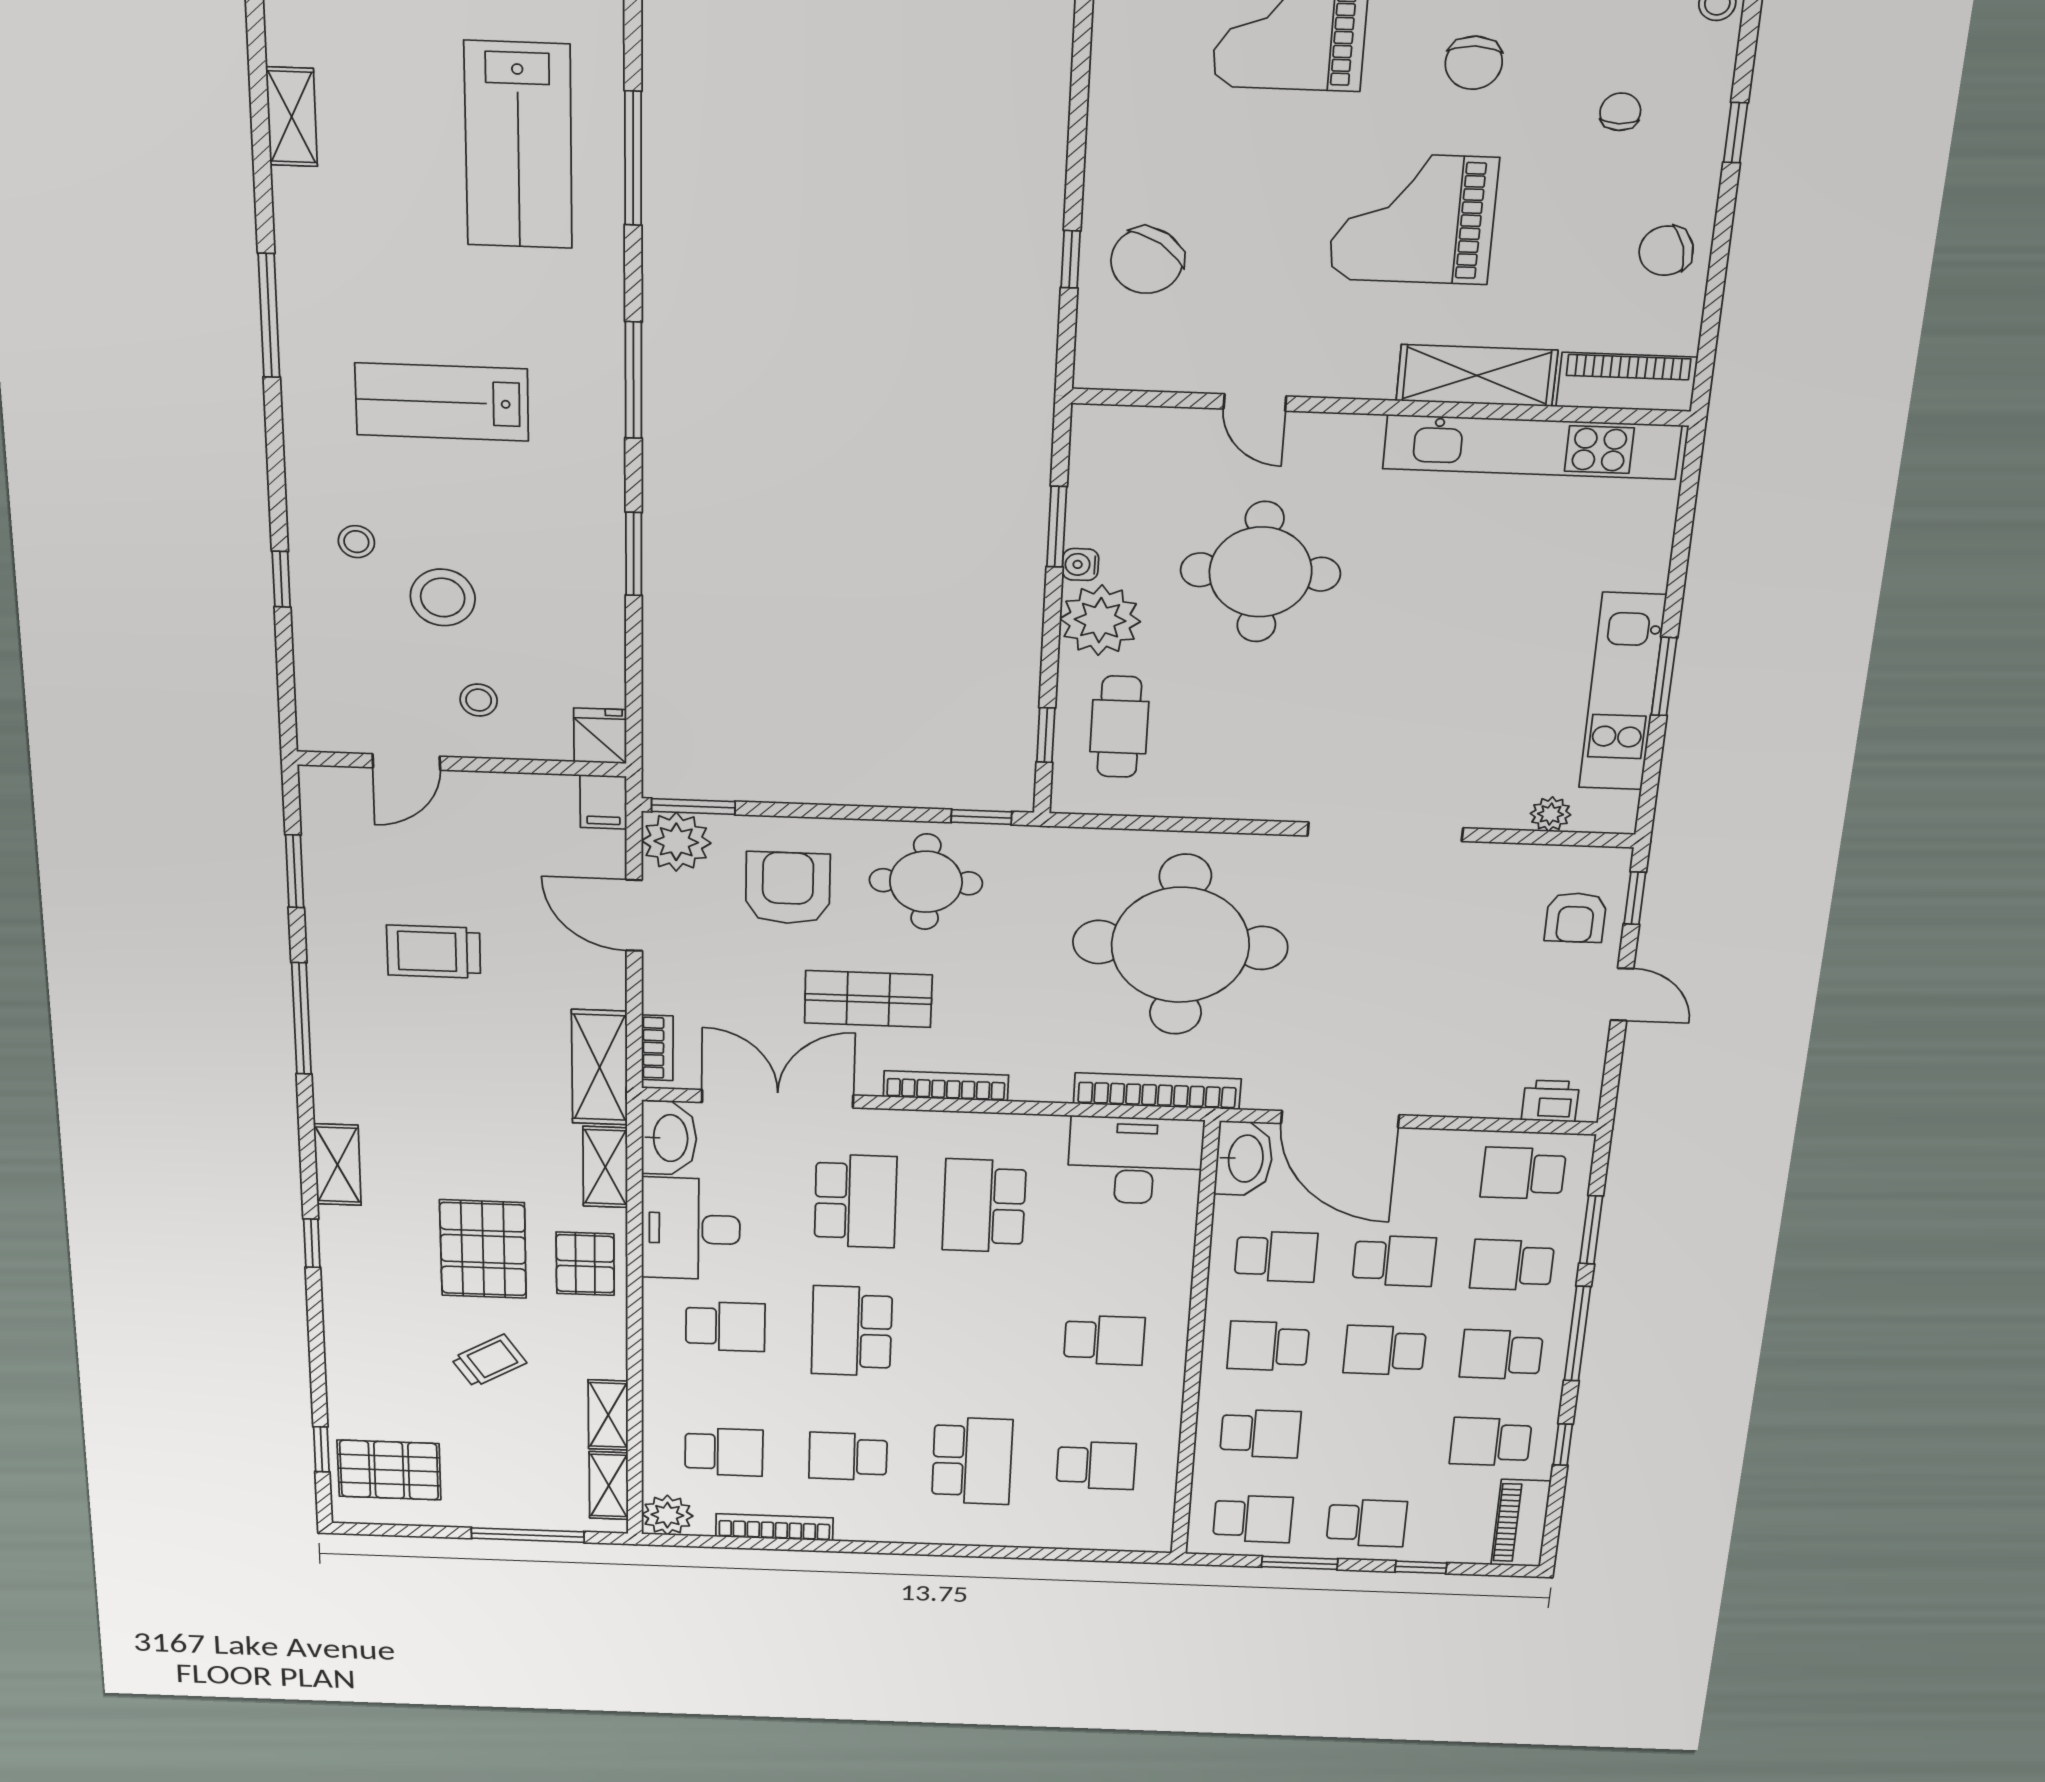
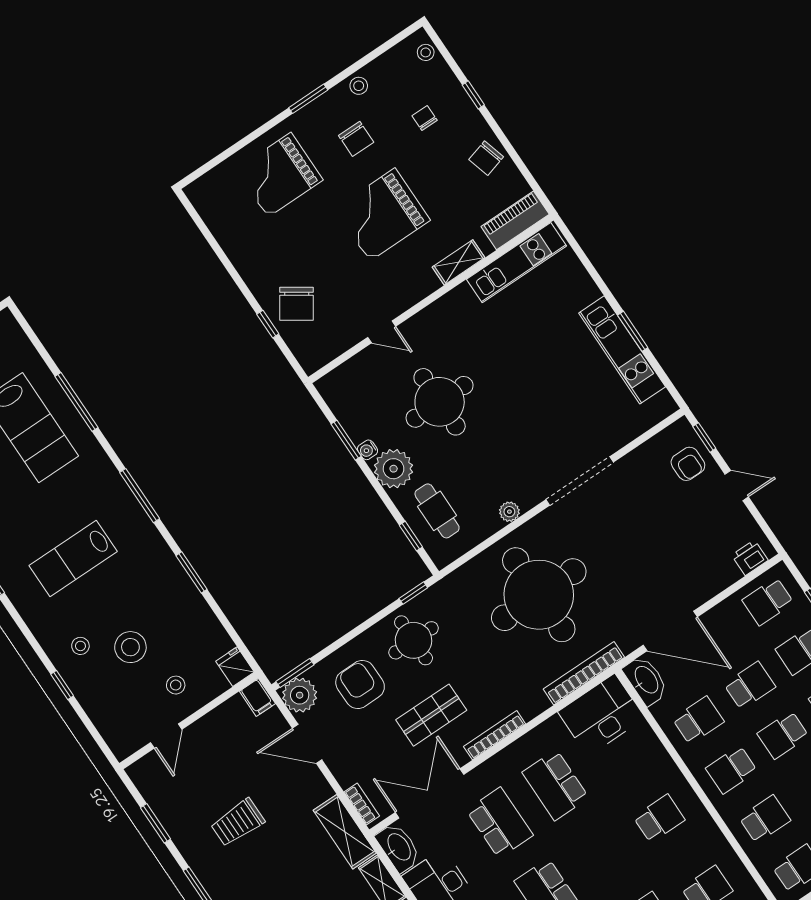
shelving: (1477, 375) -> (459, 262), width x0.67, depth x0.75
kitchen unit: (1532, 447) -> (517, 263), width x0.73
plant: (1551, 814) -> (509, 512), moved

